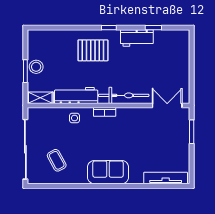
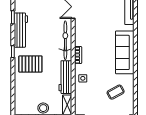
workbench: (137, 38) -> (21, 30), width x1.38
pallet: (93, 50) -> (30, 64), turned 90
sofa: (108, 172) -> (125, 52), width x1.36

